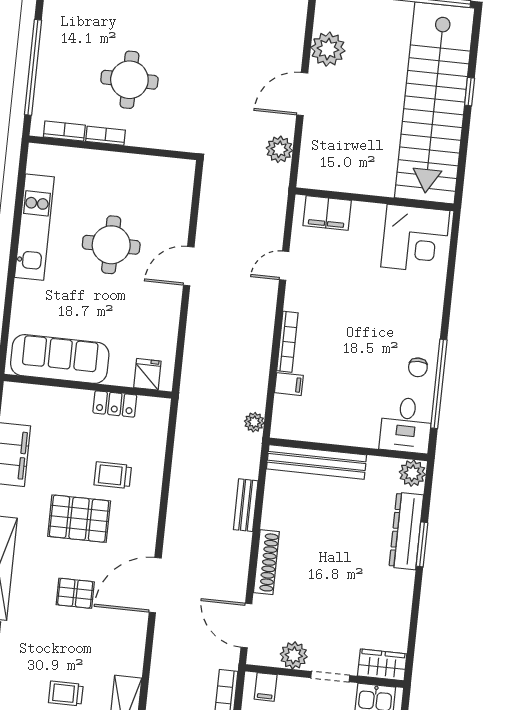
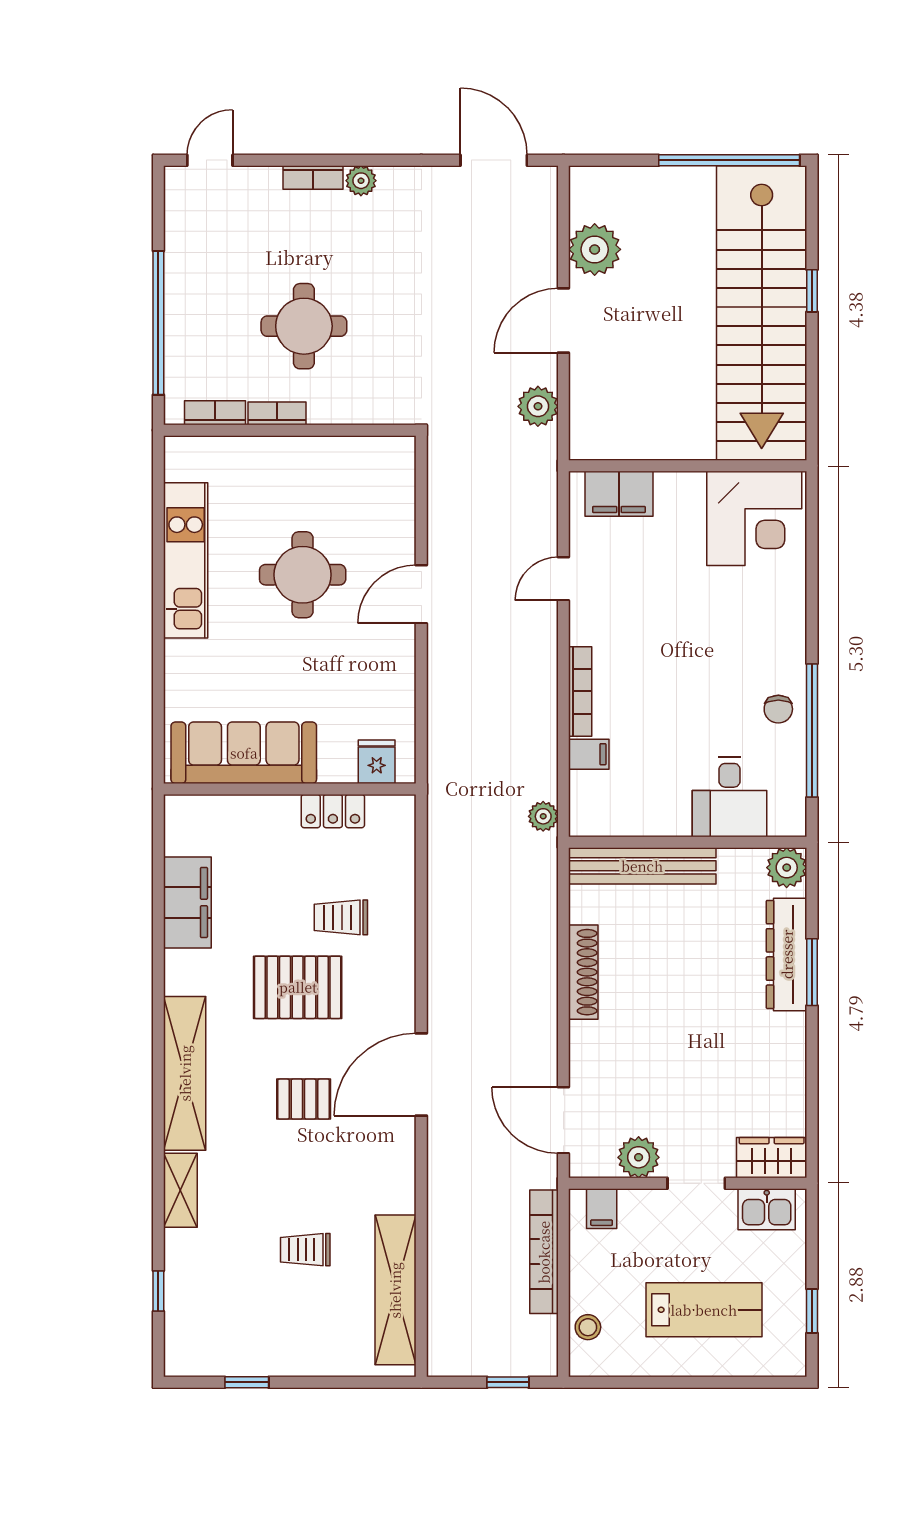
desk: (406, 425) -> (730, 797), moved
bench: (246, 505) -> (543, 941), removed
shoe rack: (266, 562) -> (583, 972), moved

